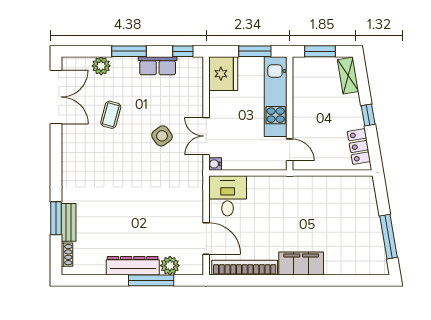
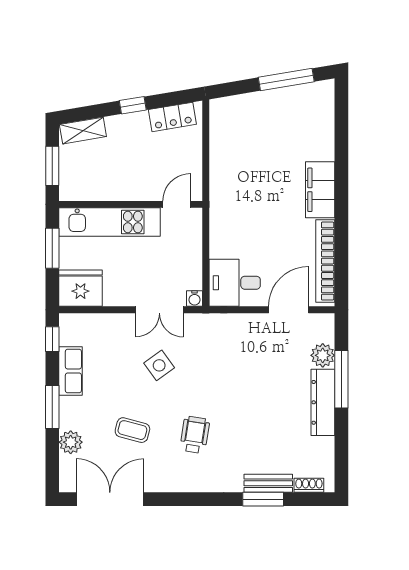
wheelchair: (107, 164) -> (195, 435), added

